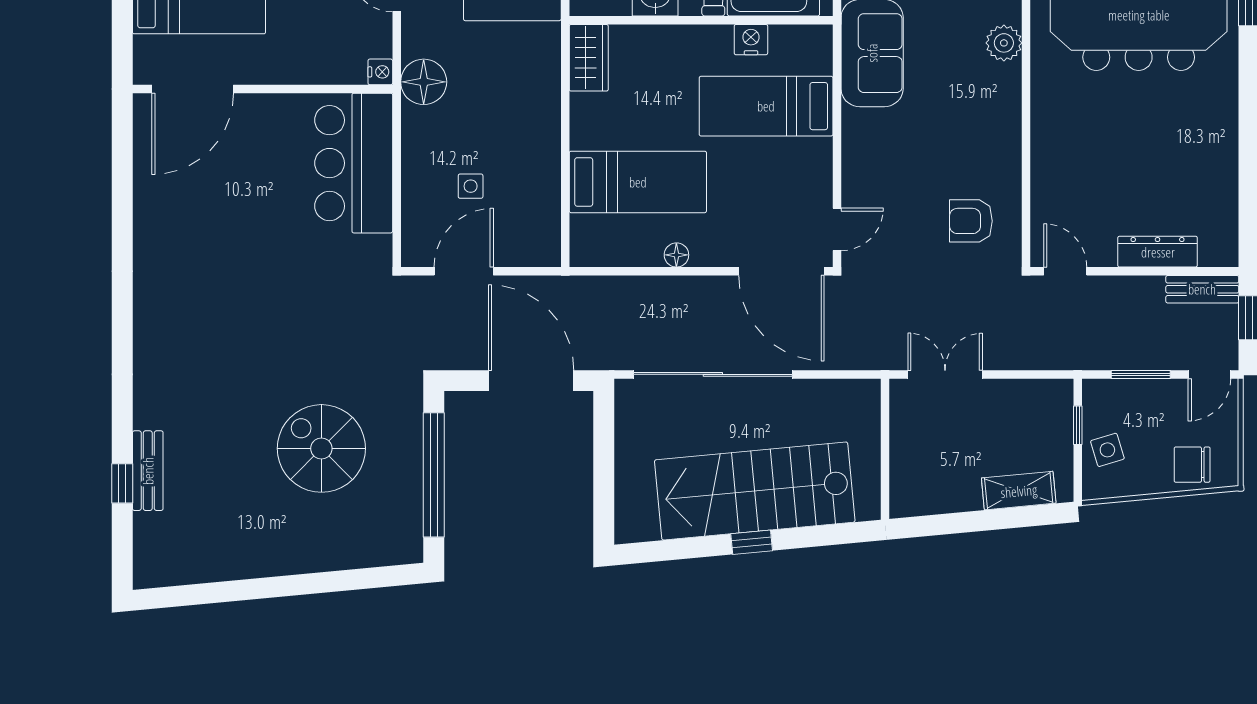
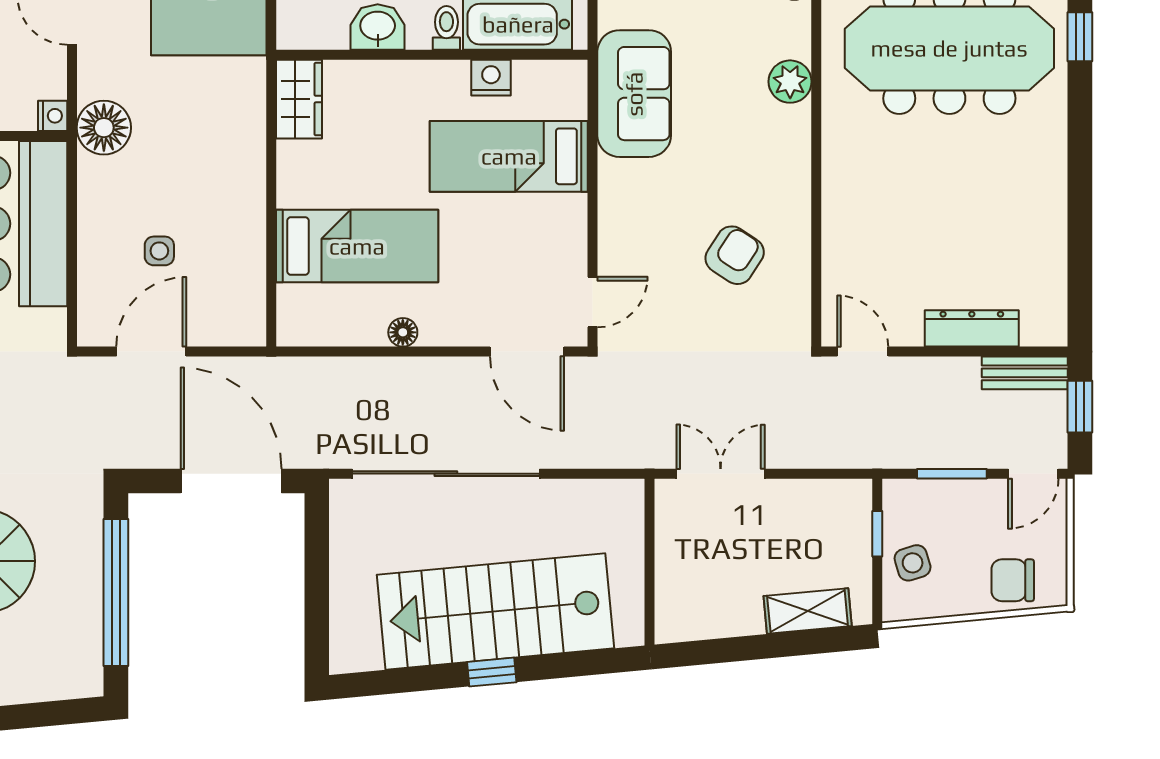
armchair: (971, 221) -> (735, 255), moved, turned 123
door: (781, 271) -> (527, 352), width x0.73

